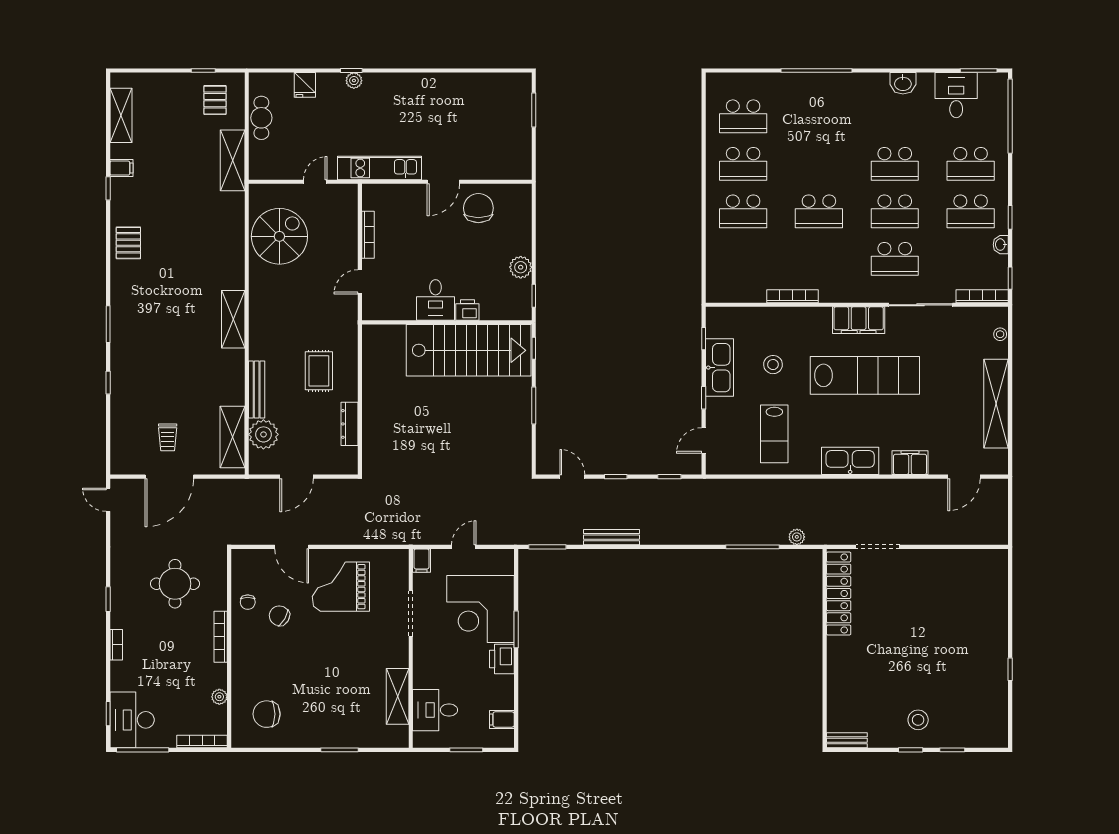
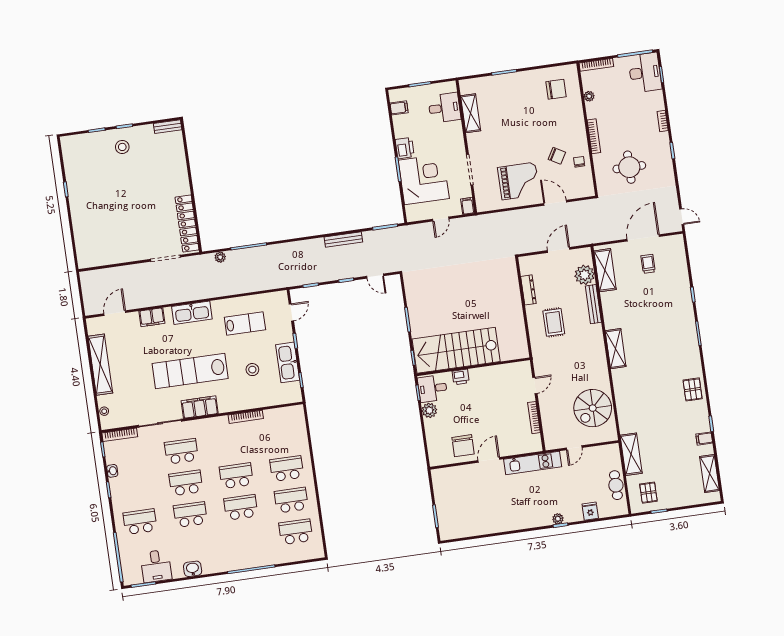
school desk: (971, 211) -> (241, 507), moved
desk: (436, 300) -> (433, 388), moved, turned -90
lab bench: (774, 434) -> (245, 324), turned 90

